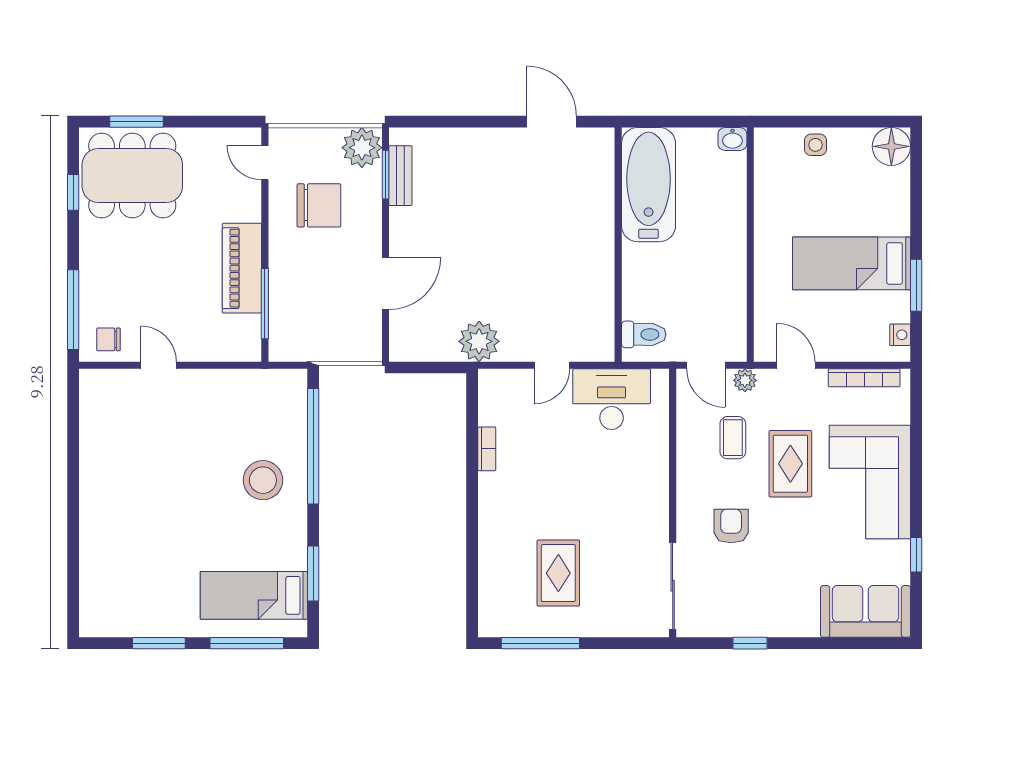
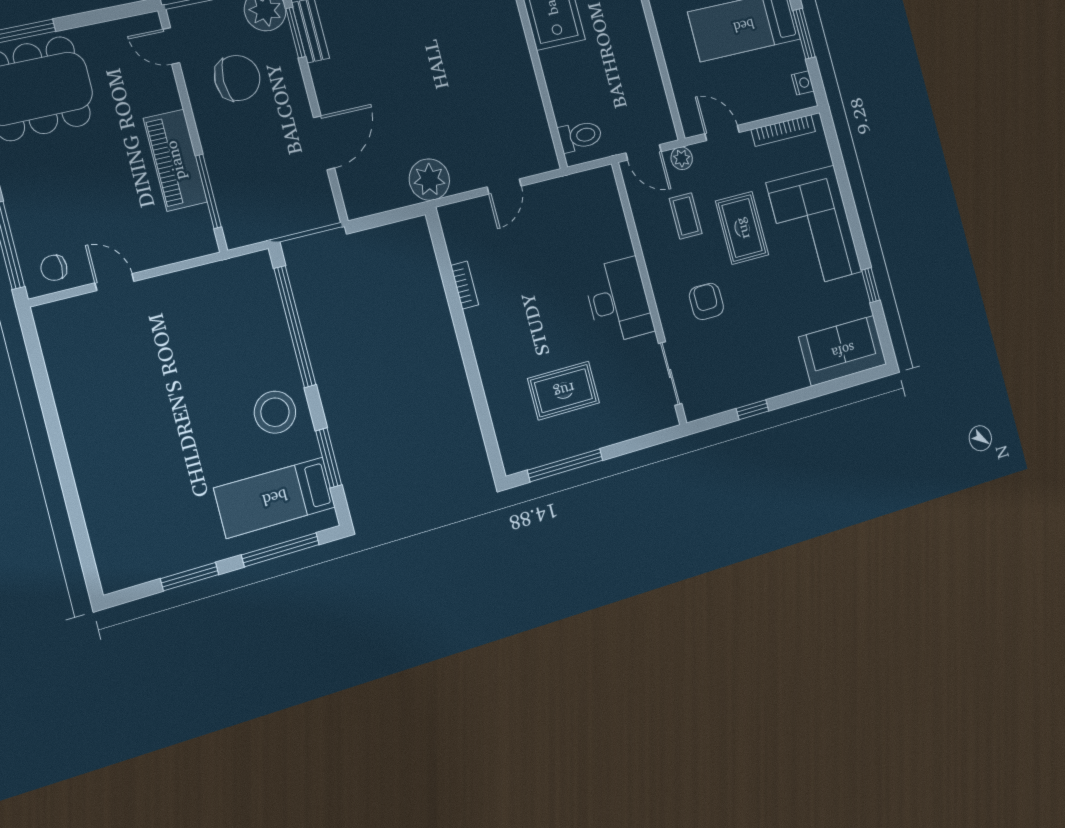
desk: (612, 399) -> (618, 300), moved, turned 90
stool: (263, 480) -> (275, 412), moved
rug: (558, 573) -> (564, 391), turned 90
sliding door: (673, 586) -> (670, 374), width x0.73

